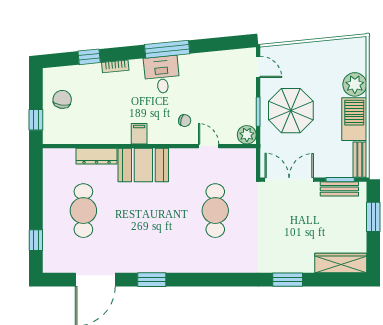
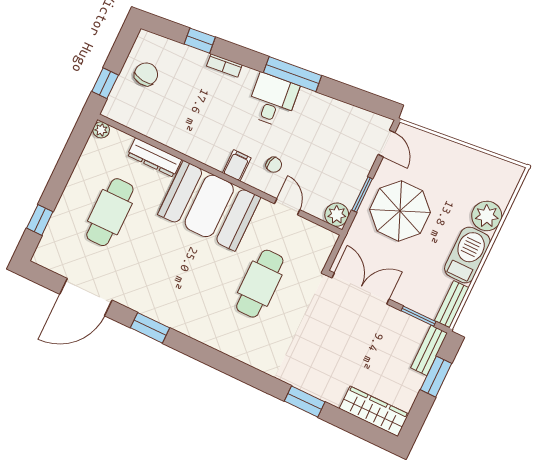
filing cabinet: (139, 134) -> (237, 165), moved
plant: (49, 155) -> (101, 130), added
booth: (143, 165) -> (209, 206), width x1.36, depth x1.42
bench: (339, 189) -> (429, 350), moved, turned 90

